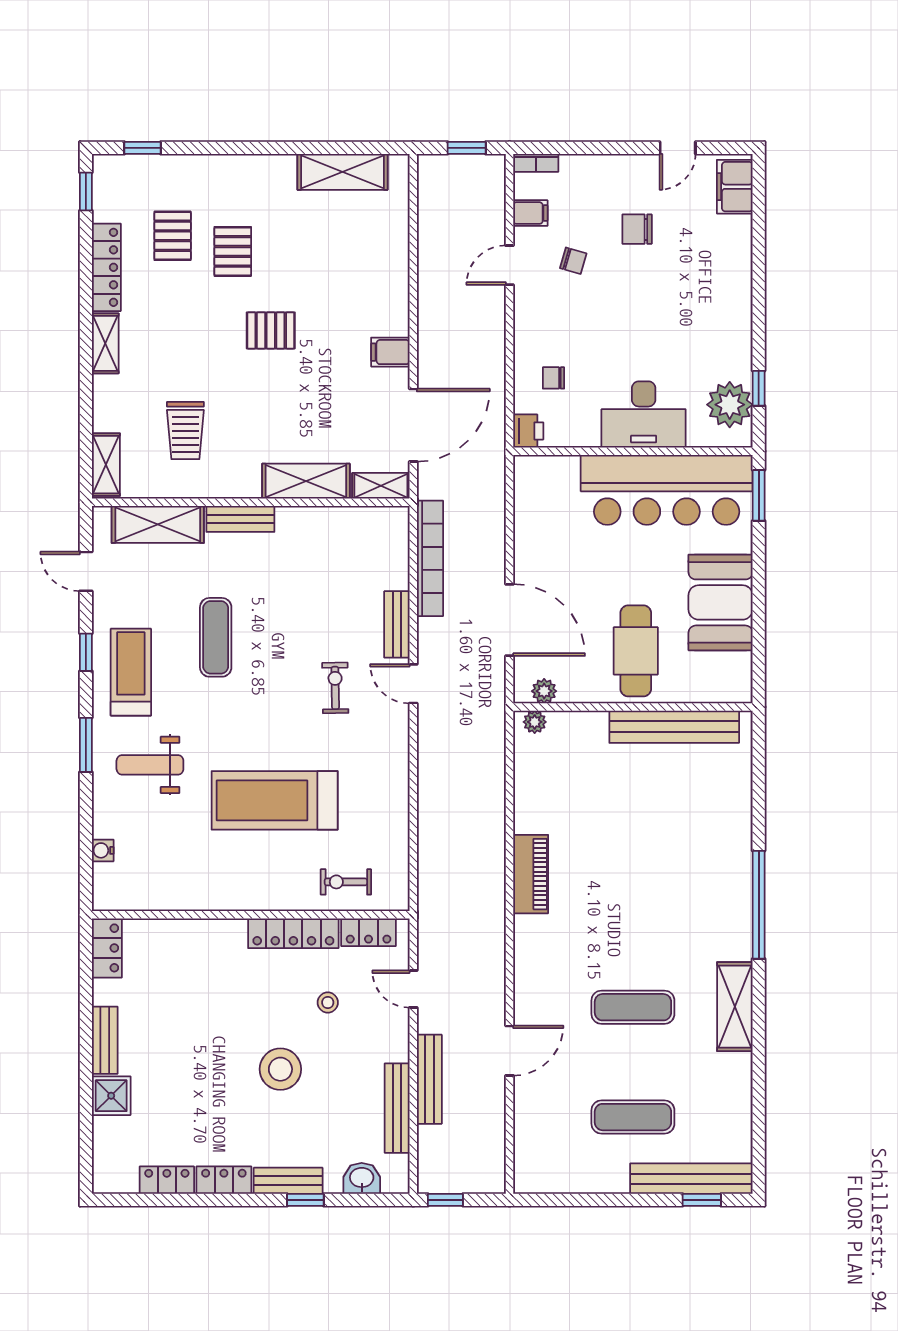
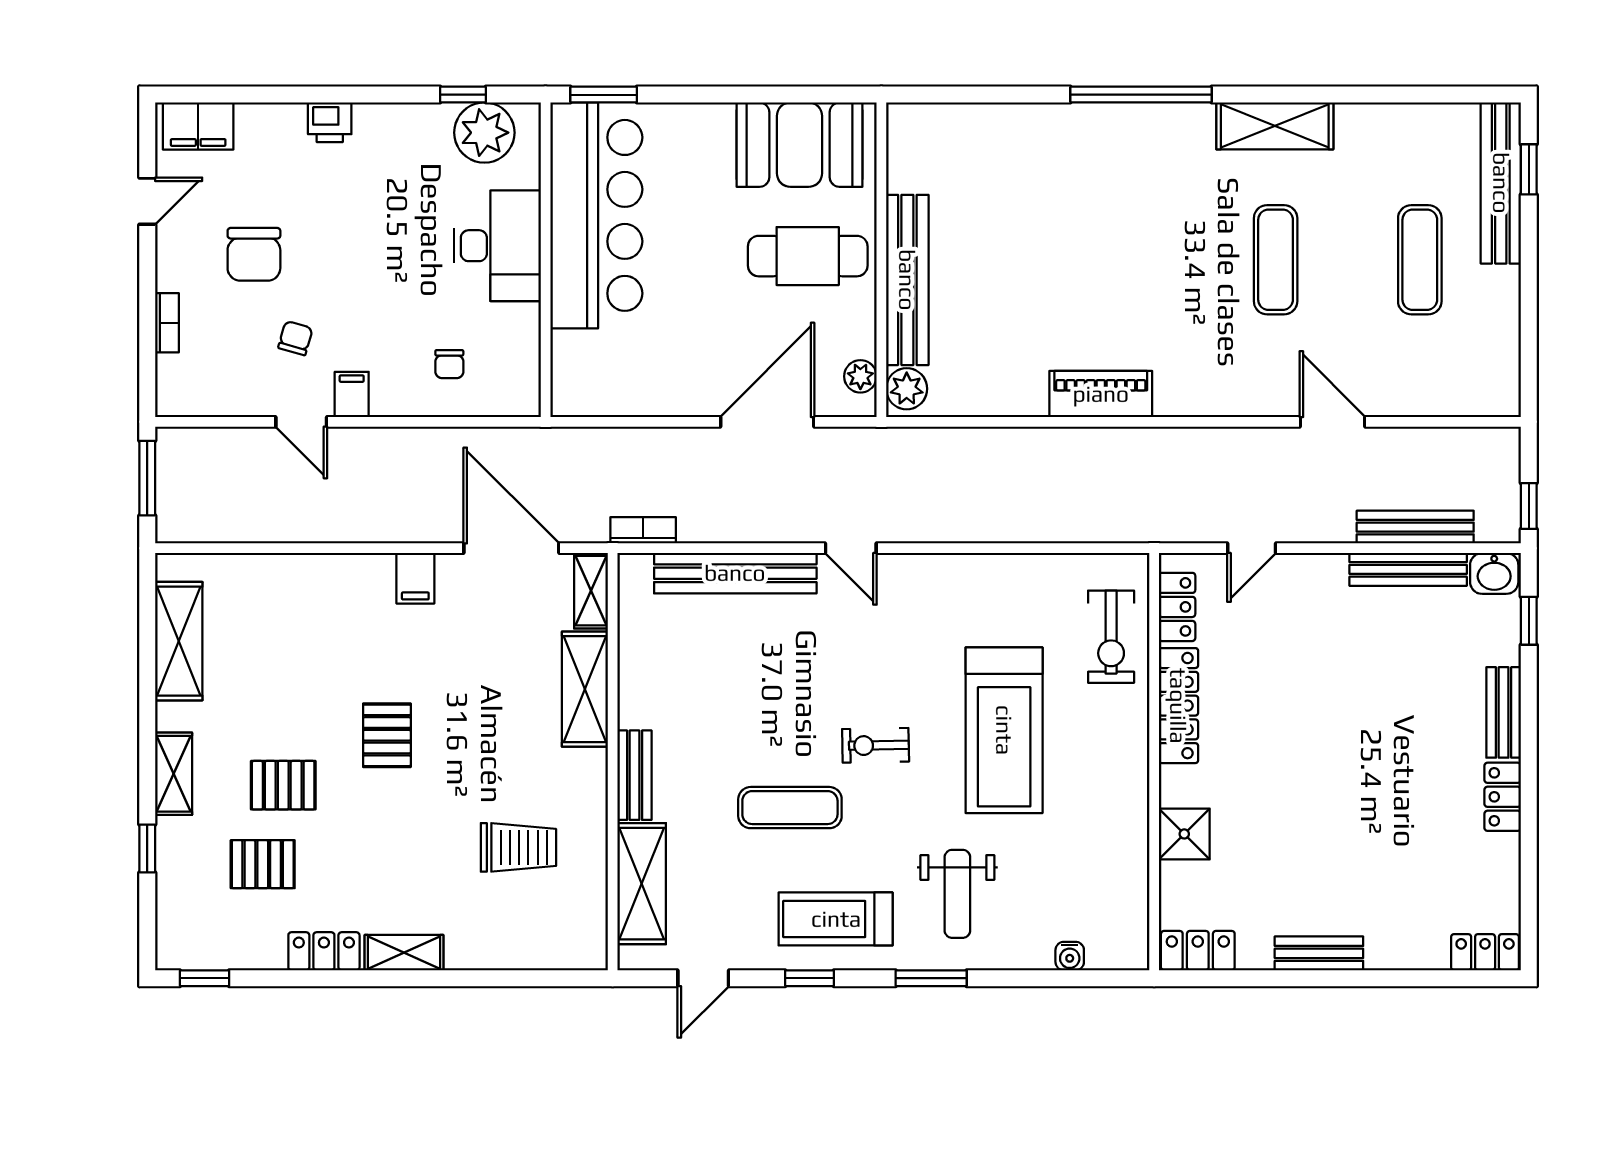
window: (143, 148) -> (147, 848), moved
window: (467, 148) -> (147, 478), width x1.50
door: (678, 148) -> (147, 201), hinge flipped
bookcase: (536, 163) -> (167, 323), moved
filing cabinet: (530, 213) -> (352, 394), moved
chair: (637, 229) -> (254, 254), width x1.37, depth x1.37
locker: (106, 267) -> (324, 951), width x0.66
printer: (528, 431) -> (330, 122), moved, turned 180
shelving: (106, 465) -> (174, 774), moved, turned 90
bookcase: (430, 558) -> (643, 530), width x0.43, depth x0.76
booth: (721, 602) -> (799, 145), moved
bench: (397, 624) -> (735, 573), width x1.86, depth x1.21
door: (413, 684) -> (851, 548), hinge flipped
exercise bike: (335, 688) -> (876, 745), moved
plant: (535, 722) -> (907, 389), width x1.38, depth x1.38
bench: (674, 727) -> (907, 280), moved
exercise bike: (346, 882) -> (1111, 637), width x1.38, depth x1.39
stool: (328, 1002) -> (1269, 660), removed
stool: (280, 1069) -> (1357, 723), removed
bench: (429, 1079) -> (1415, 527), moved
shower: (111, 1096) -> (1184, 834), moved
washbasin: (362, 1178) -> (1494, 573), moved, turned -90
locker: (167, 1180) -> (1485, 952), moved, turned 90
window: (305, 1200) -> (1529, 621), moved

